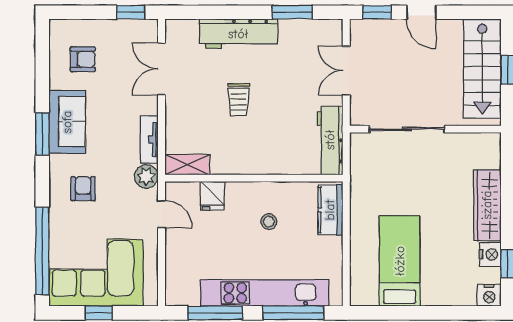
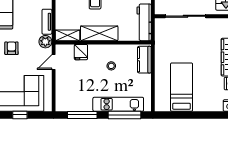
shelving: (246, 161) -> (99, 33), added
door: (161, 214) -> (54, 62), swing flipped
kitchen unit: (265, 293) -> (118, 104), width x0.73

